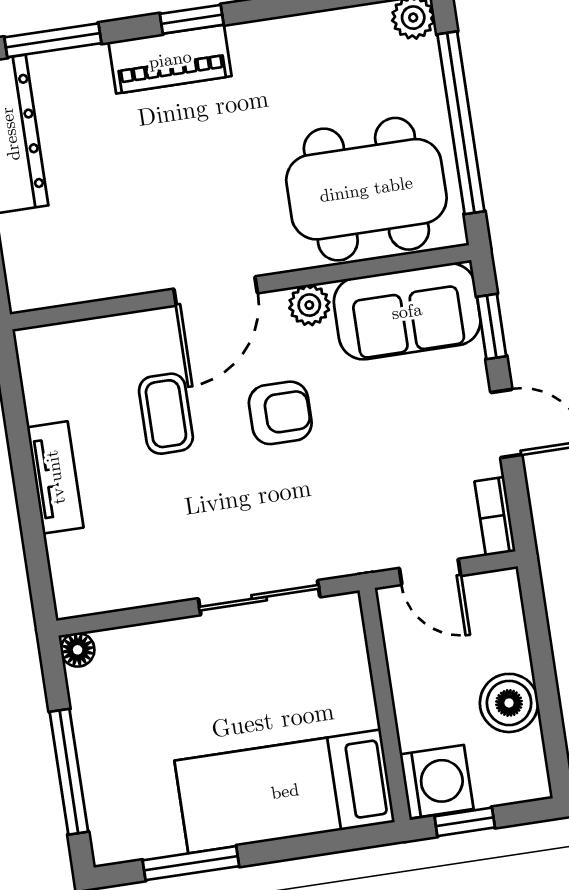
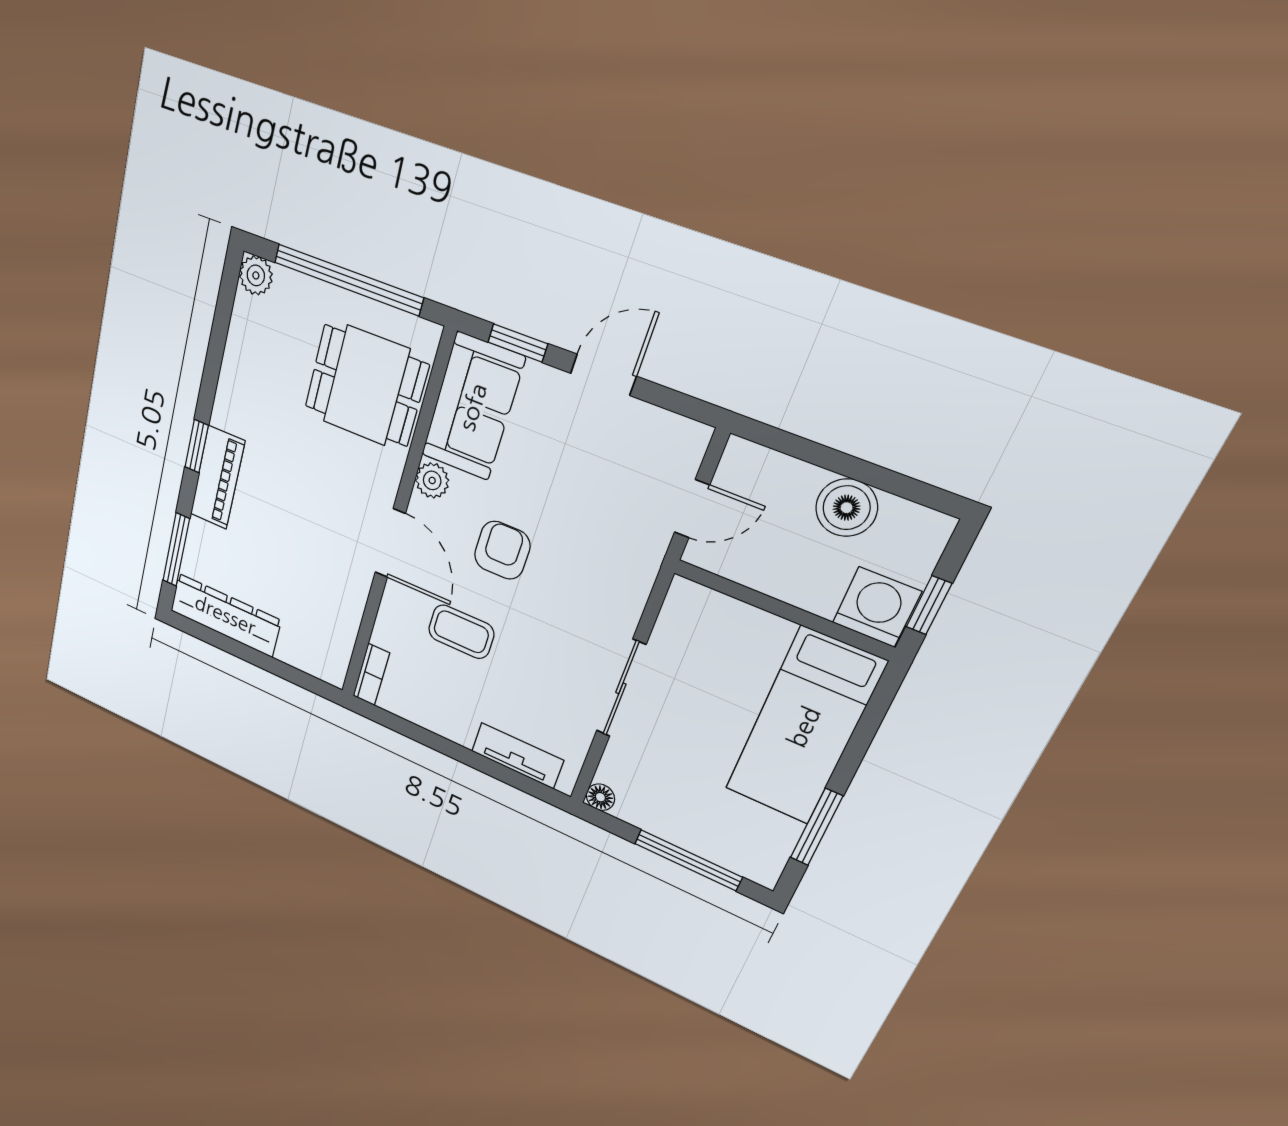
dining table: (366, 189) -> (366, 386), width x0.73
tv unit: (55, 477) -> (517, 756), moved
bookcase: (495, 516) -> (371, 675), moved, turned -90
sliding door: (259, 598) -> (621, 688), moved

